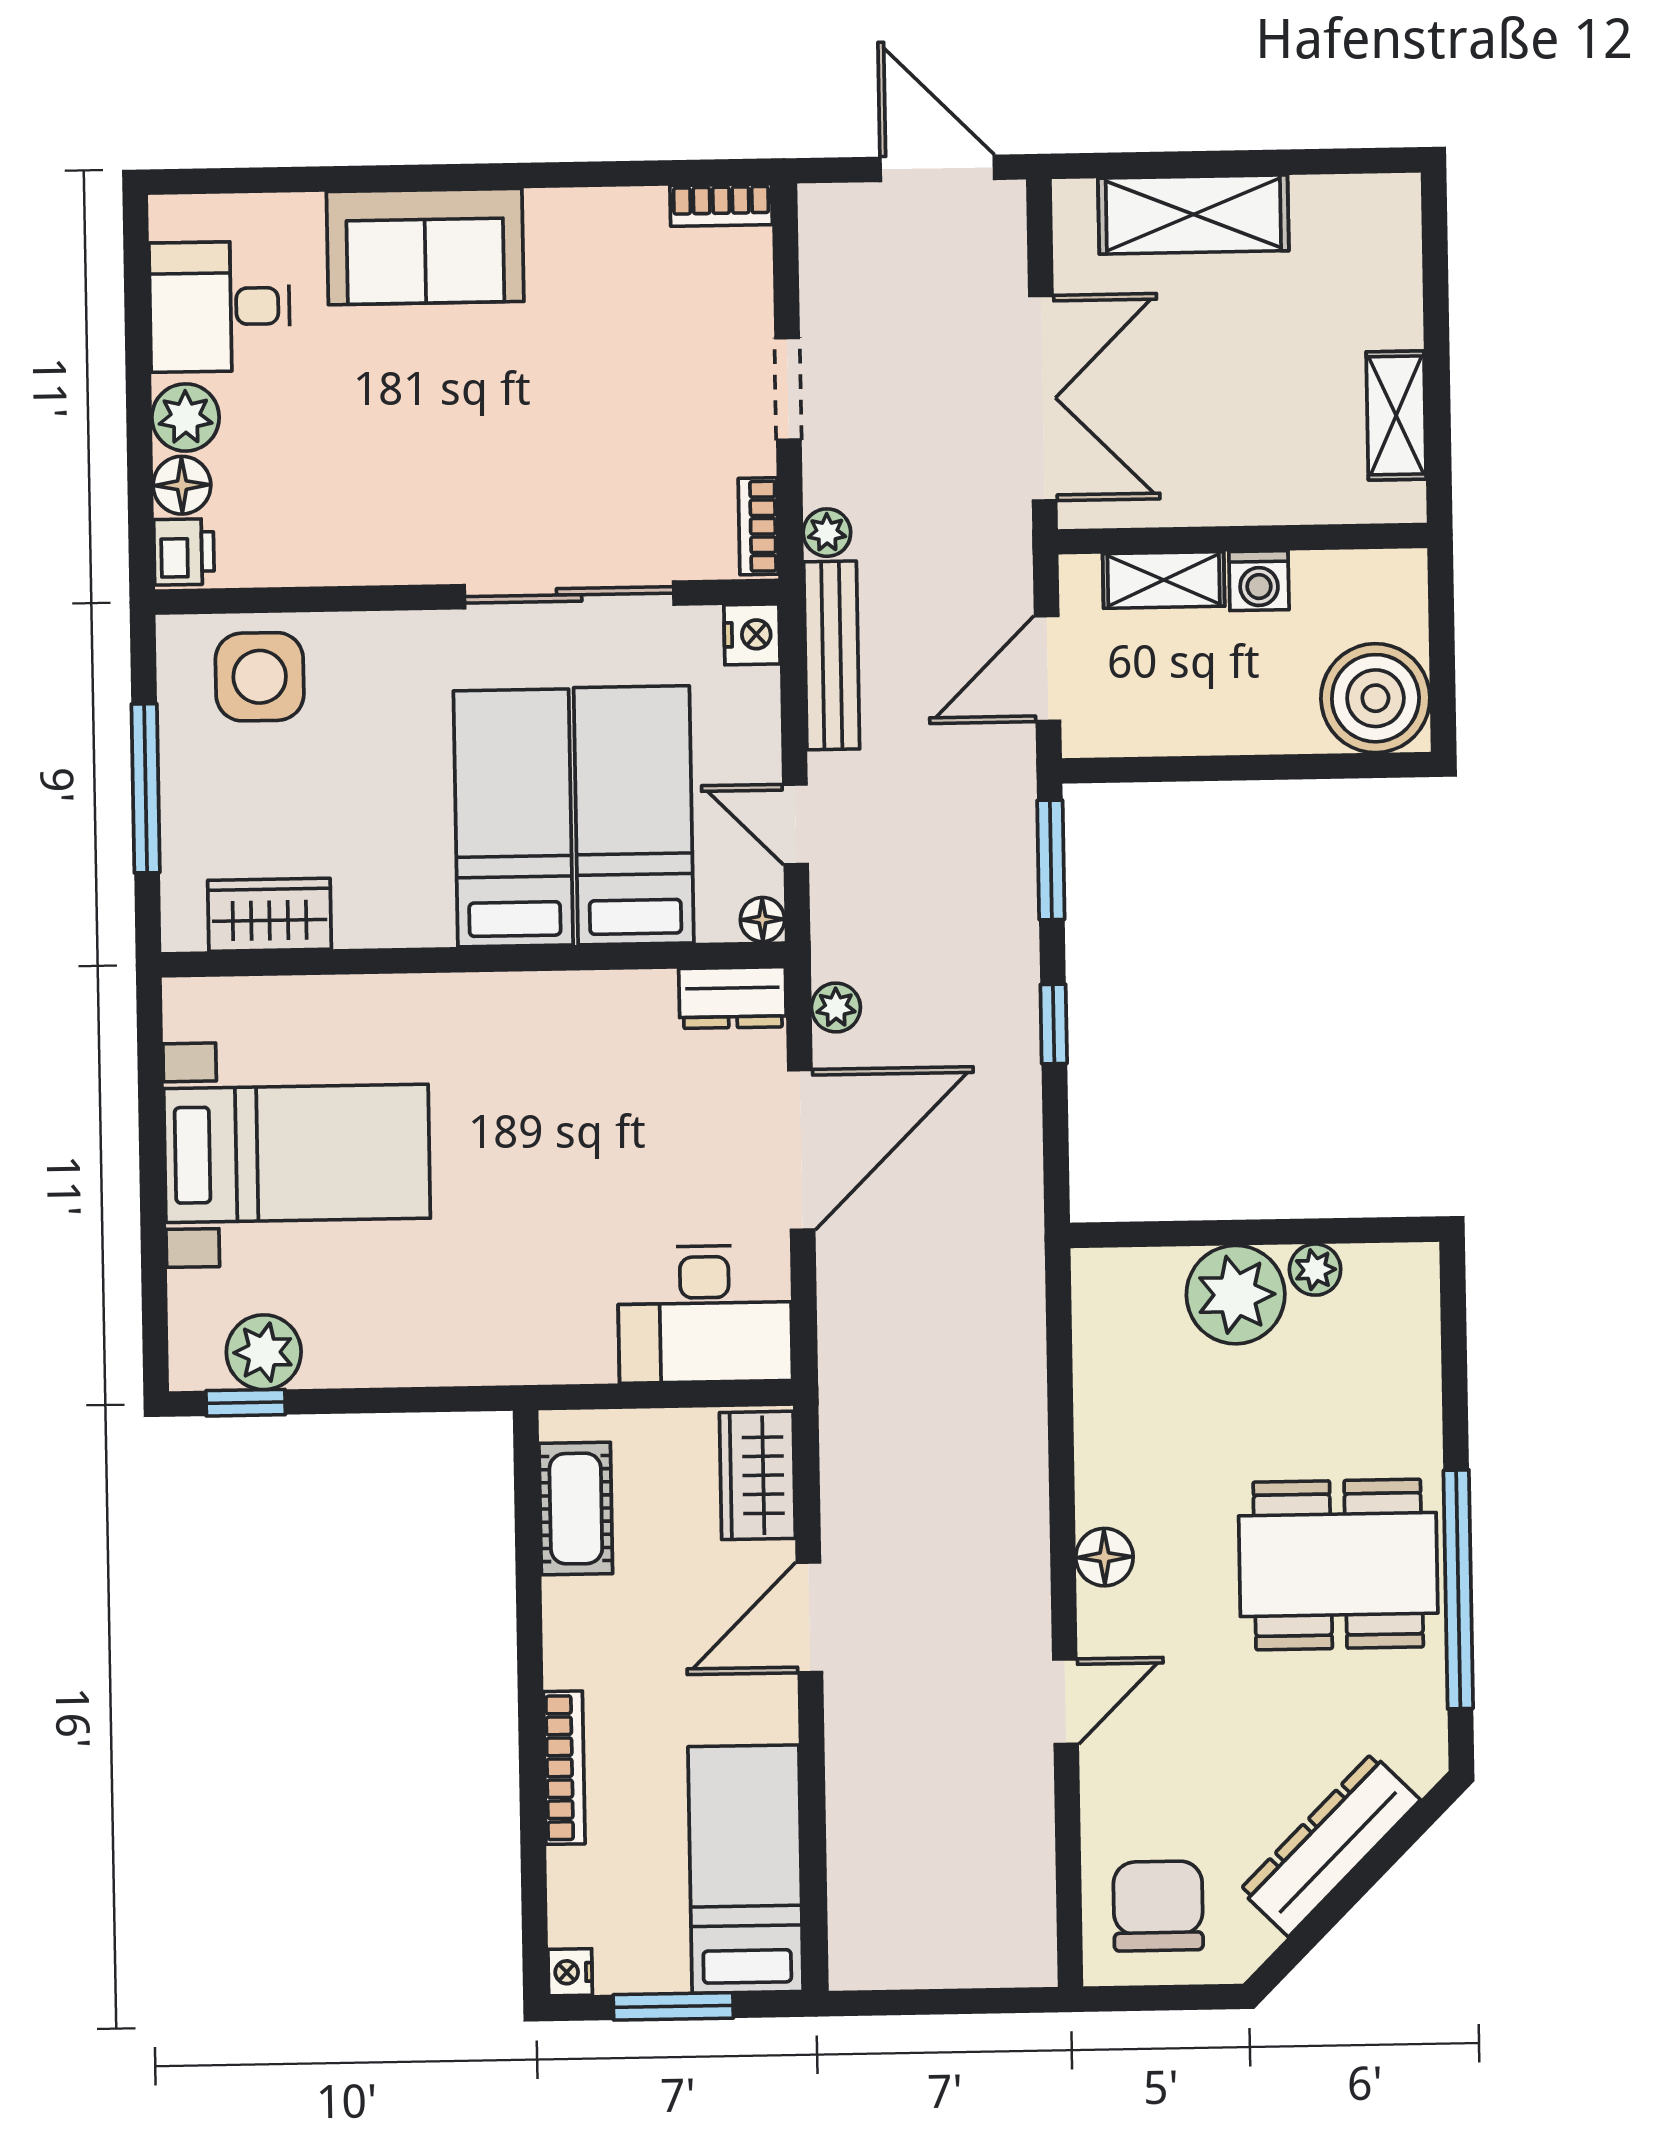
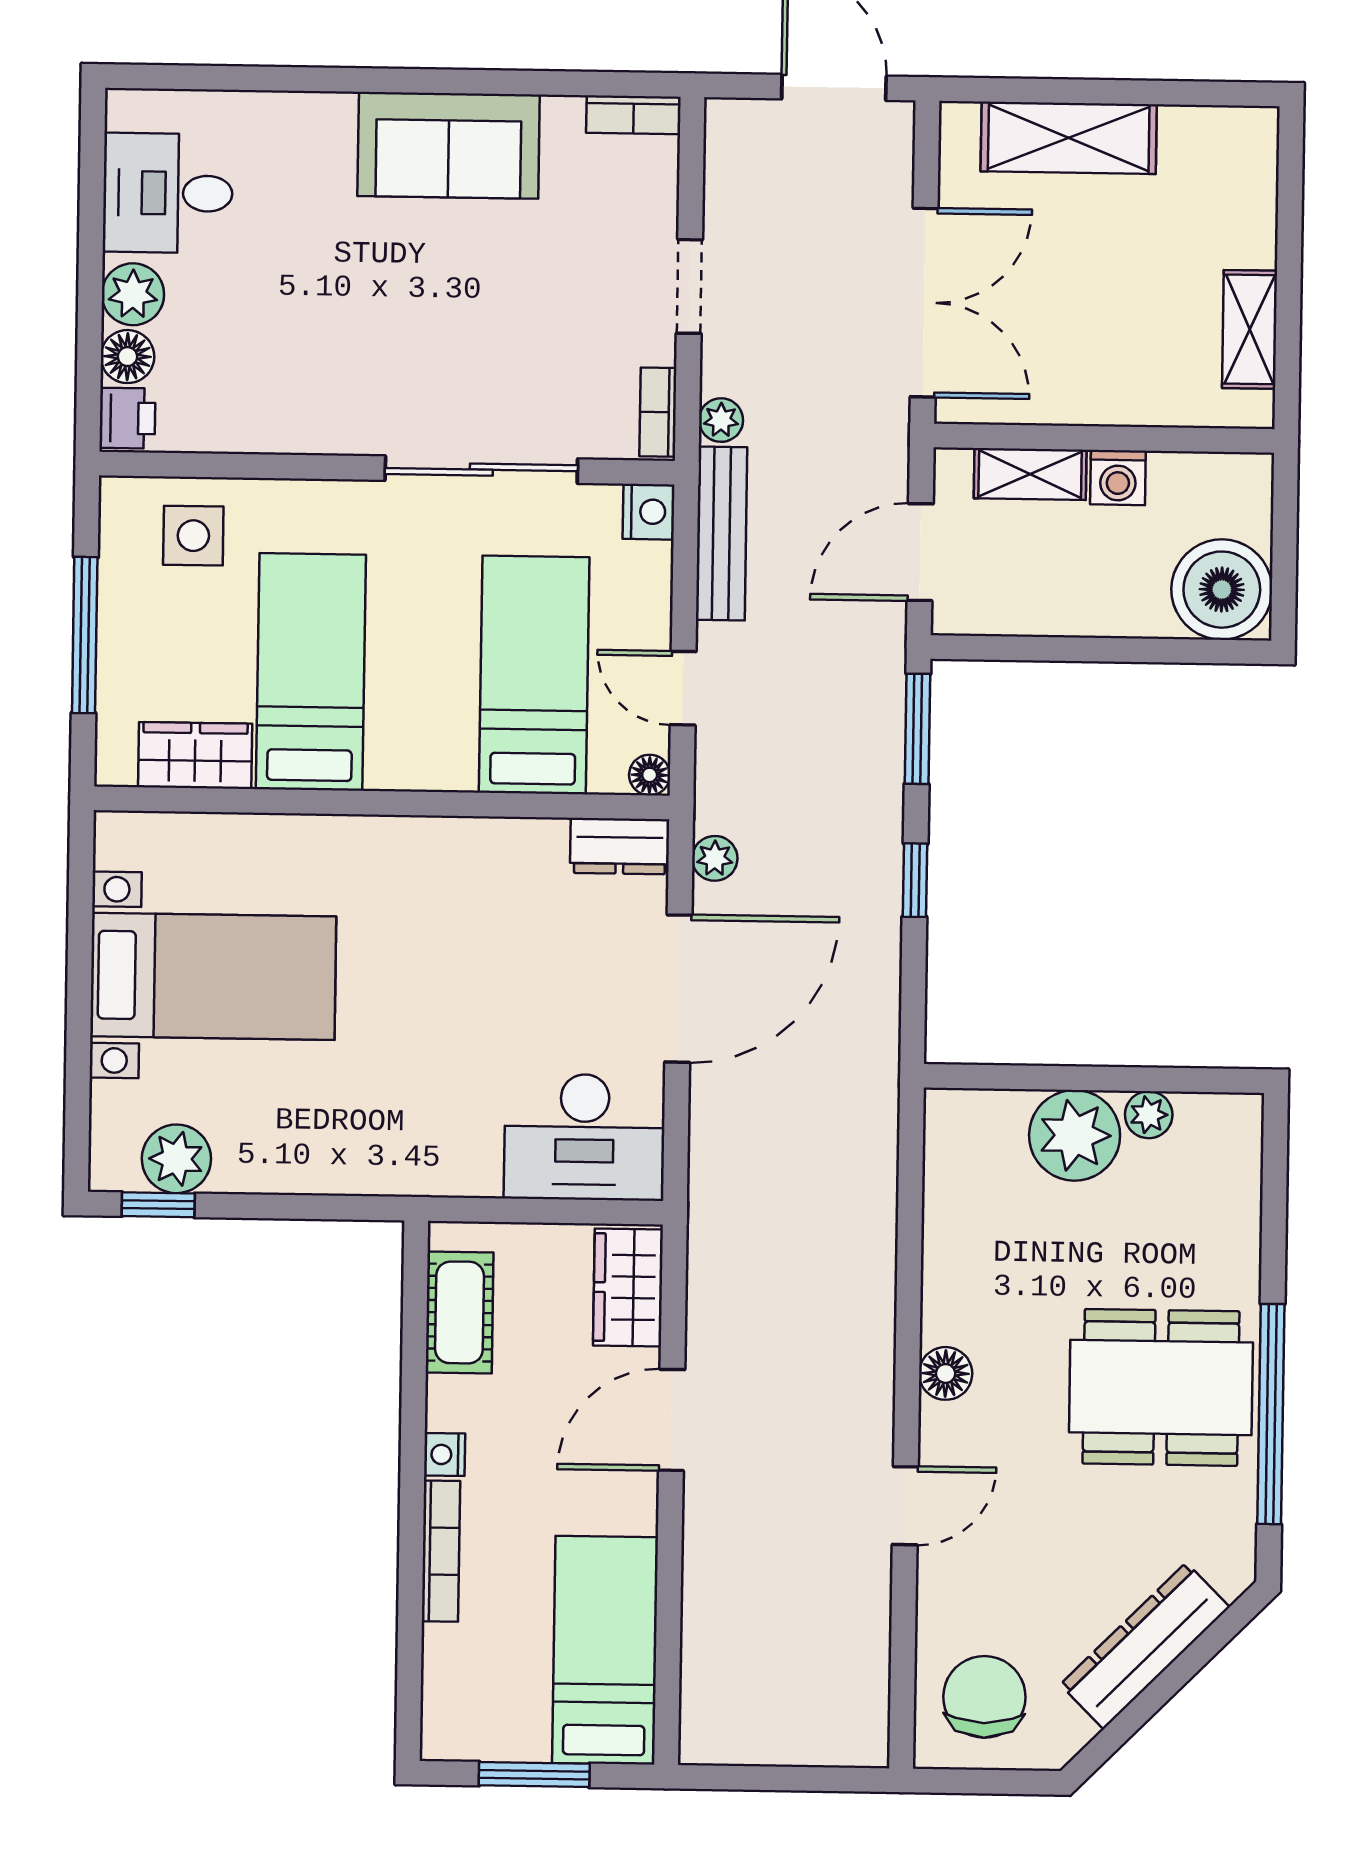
sofa: (425, 247) -> (449, 145), moved
side table: (260, 677) -> (193, 536), width x0.73, depth x0.73
bed: (513, 818) -> (311, 672), moved
nightstand: (570, 1972) -> (445, 1455), moved

